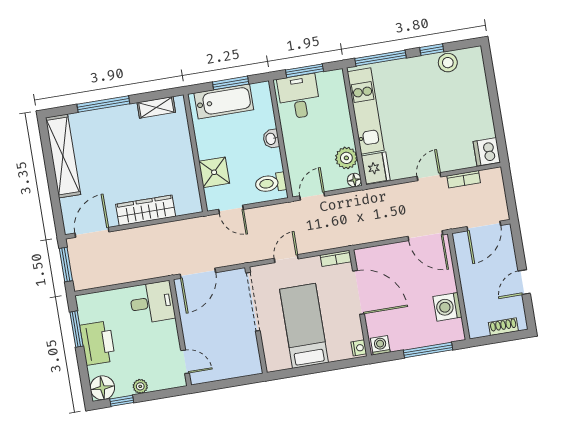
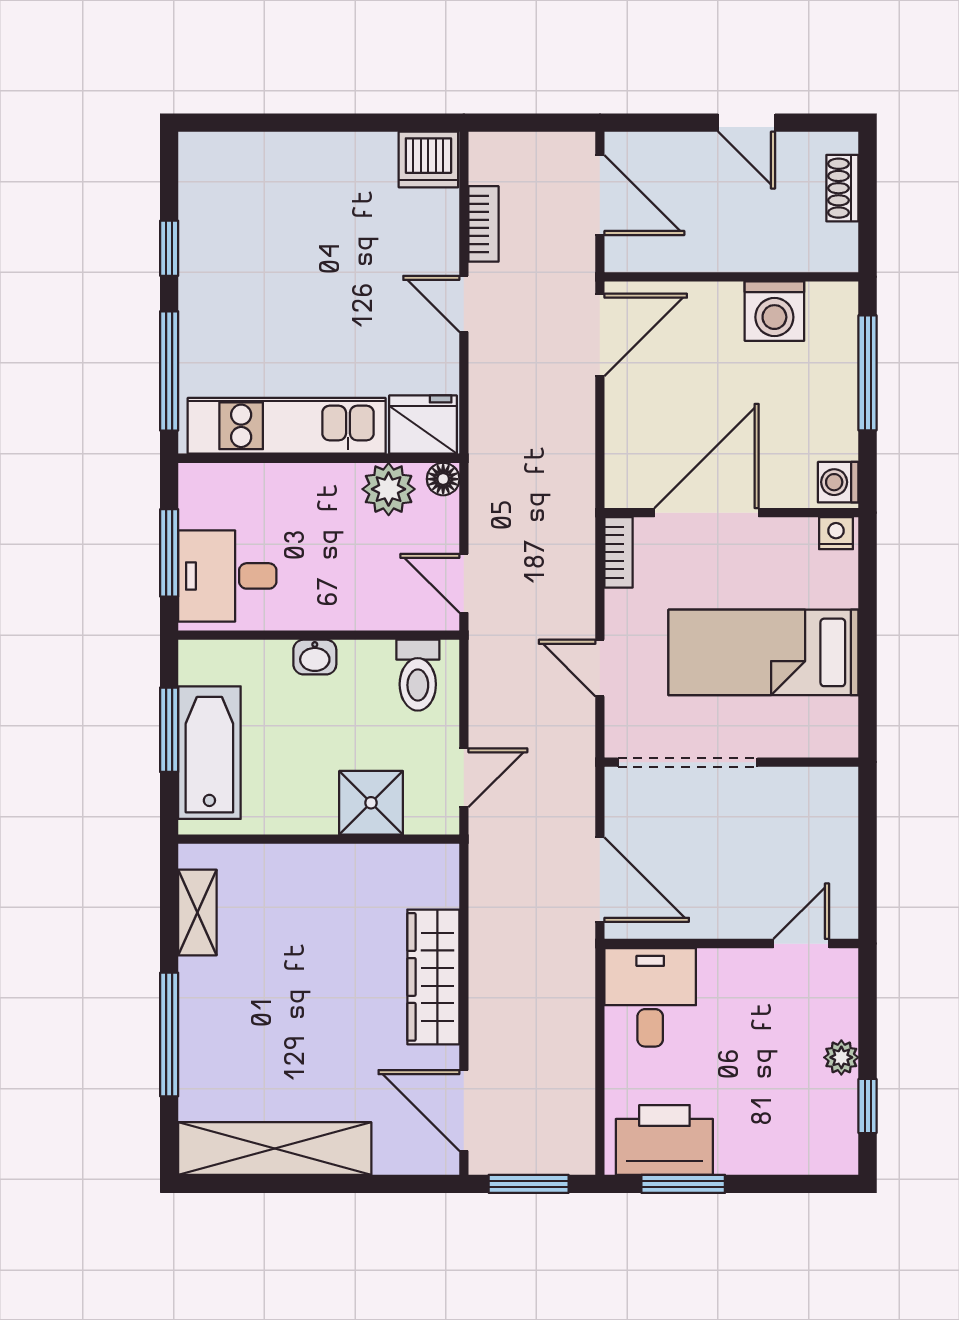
stool: (448, 63) -> (206, 216), removed
printer: (98, 343) -> (664, 1140), moved
floor lamp: (102, 388) -> (830, 1146), removed

